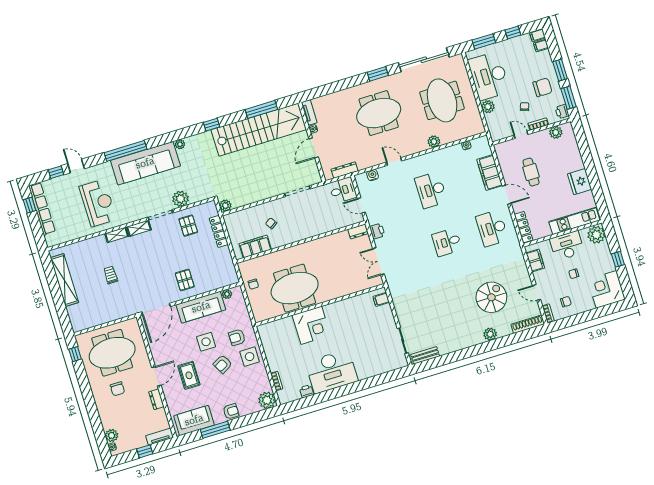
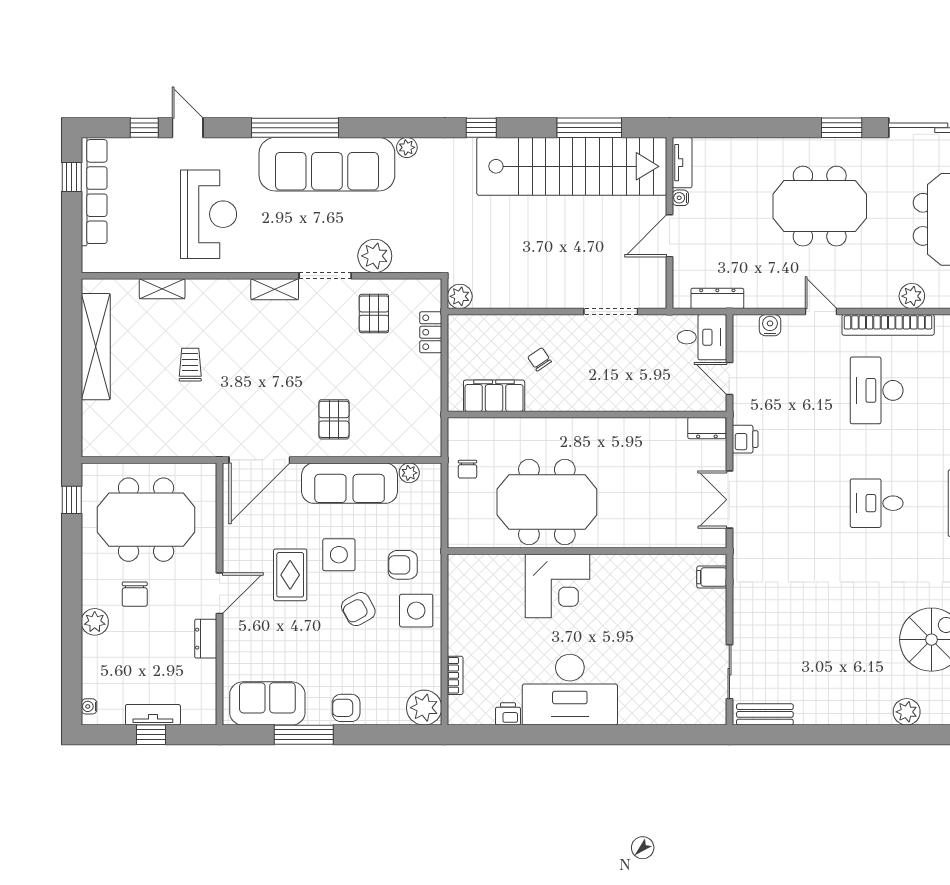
bookcase: (427, 158) -> (888, 325), added
locker: (219, 231) -> (431, 332), width x0.66
shelving: (117, 235) -> (162, 289), moved
rug: (189, 375) -> (290, 575), moved
armchair: (231, 411) -> (346, 708), turned 180
plant: (112, 435) -> (95, 622), moved
tv unit: (160, 437) -> (153, 715), moved

